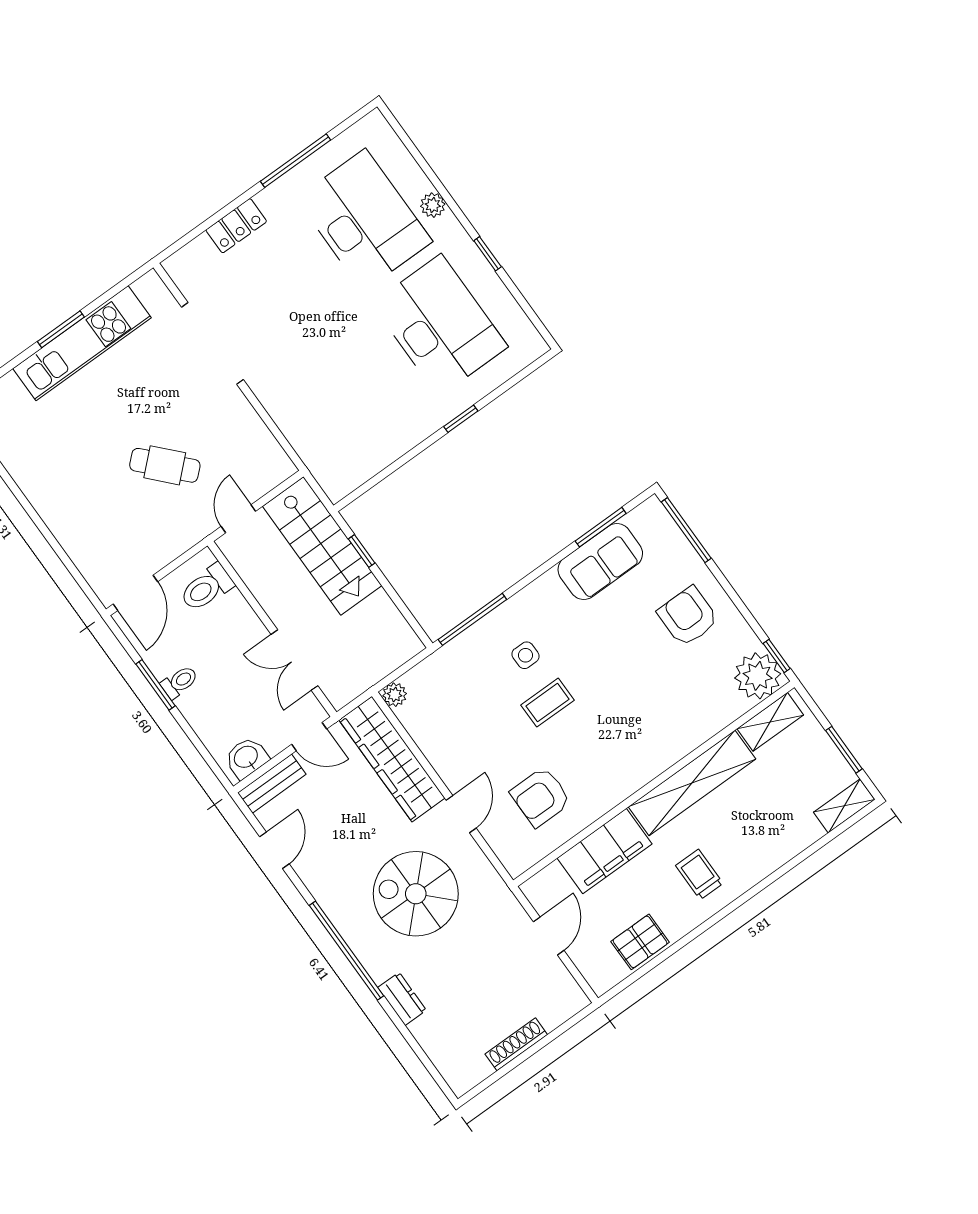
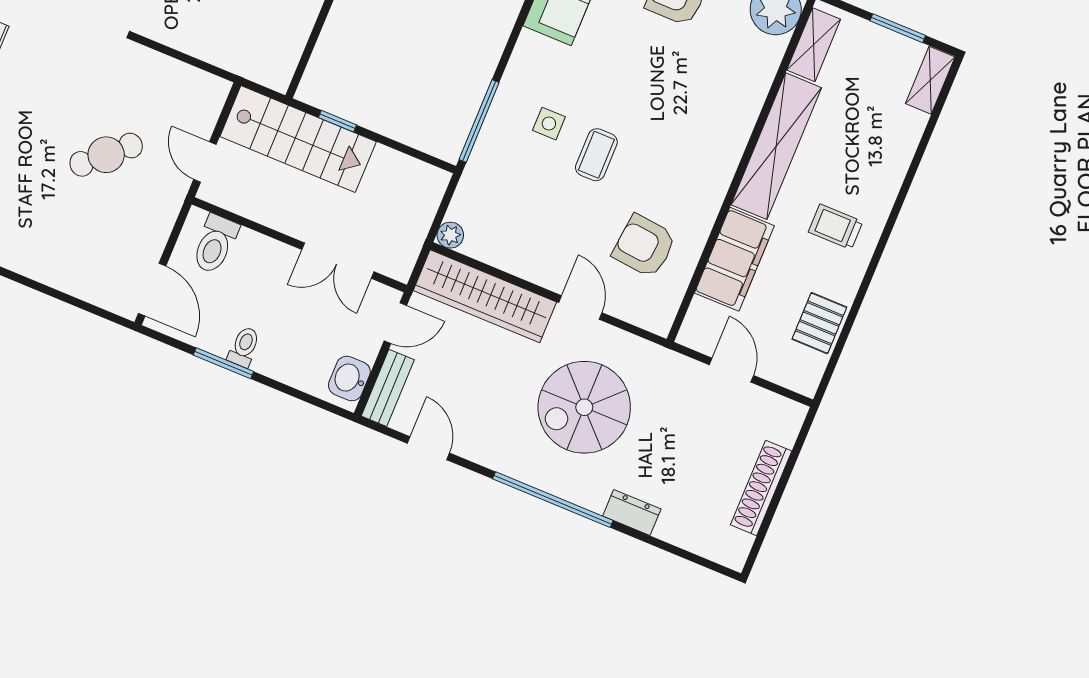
armchair: (541, 797) -> (644, 246), turned 96
shoe rack: (516, 1044) -> (761, 488), width x1.36, depth x1.24

